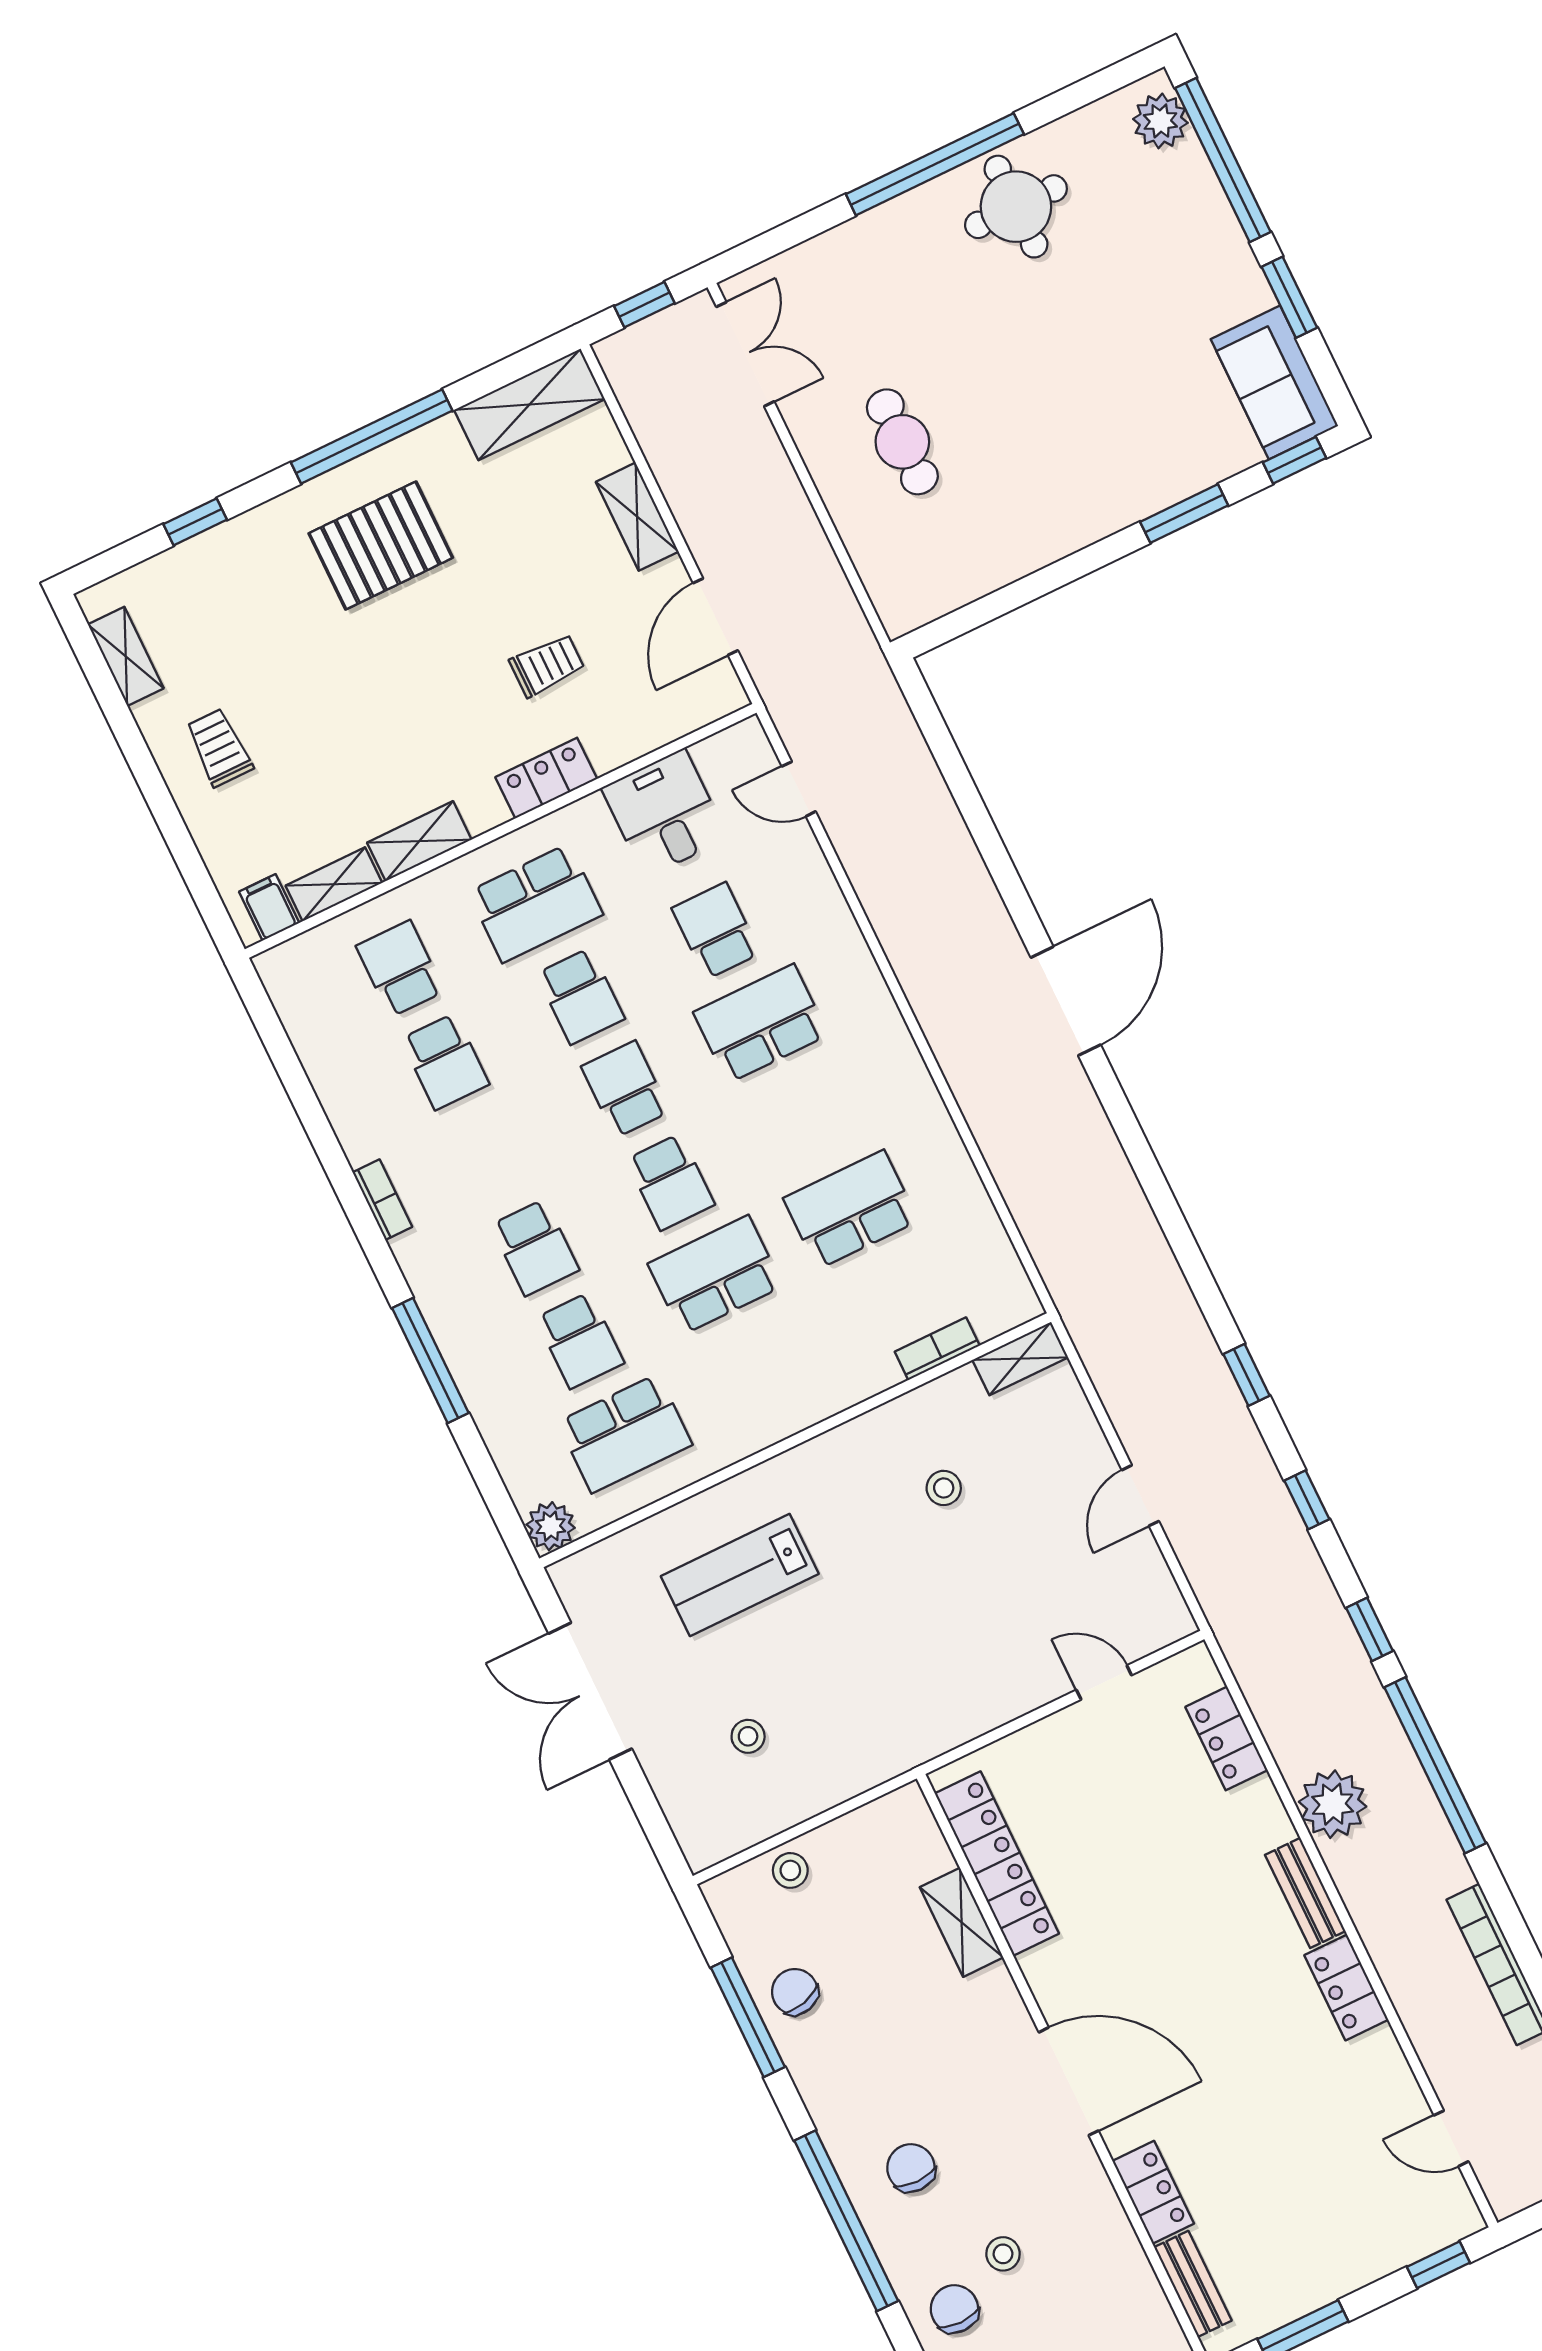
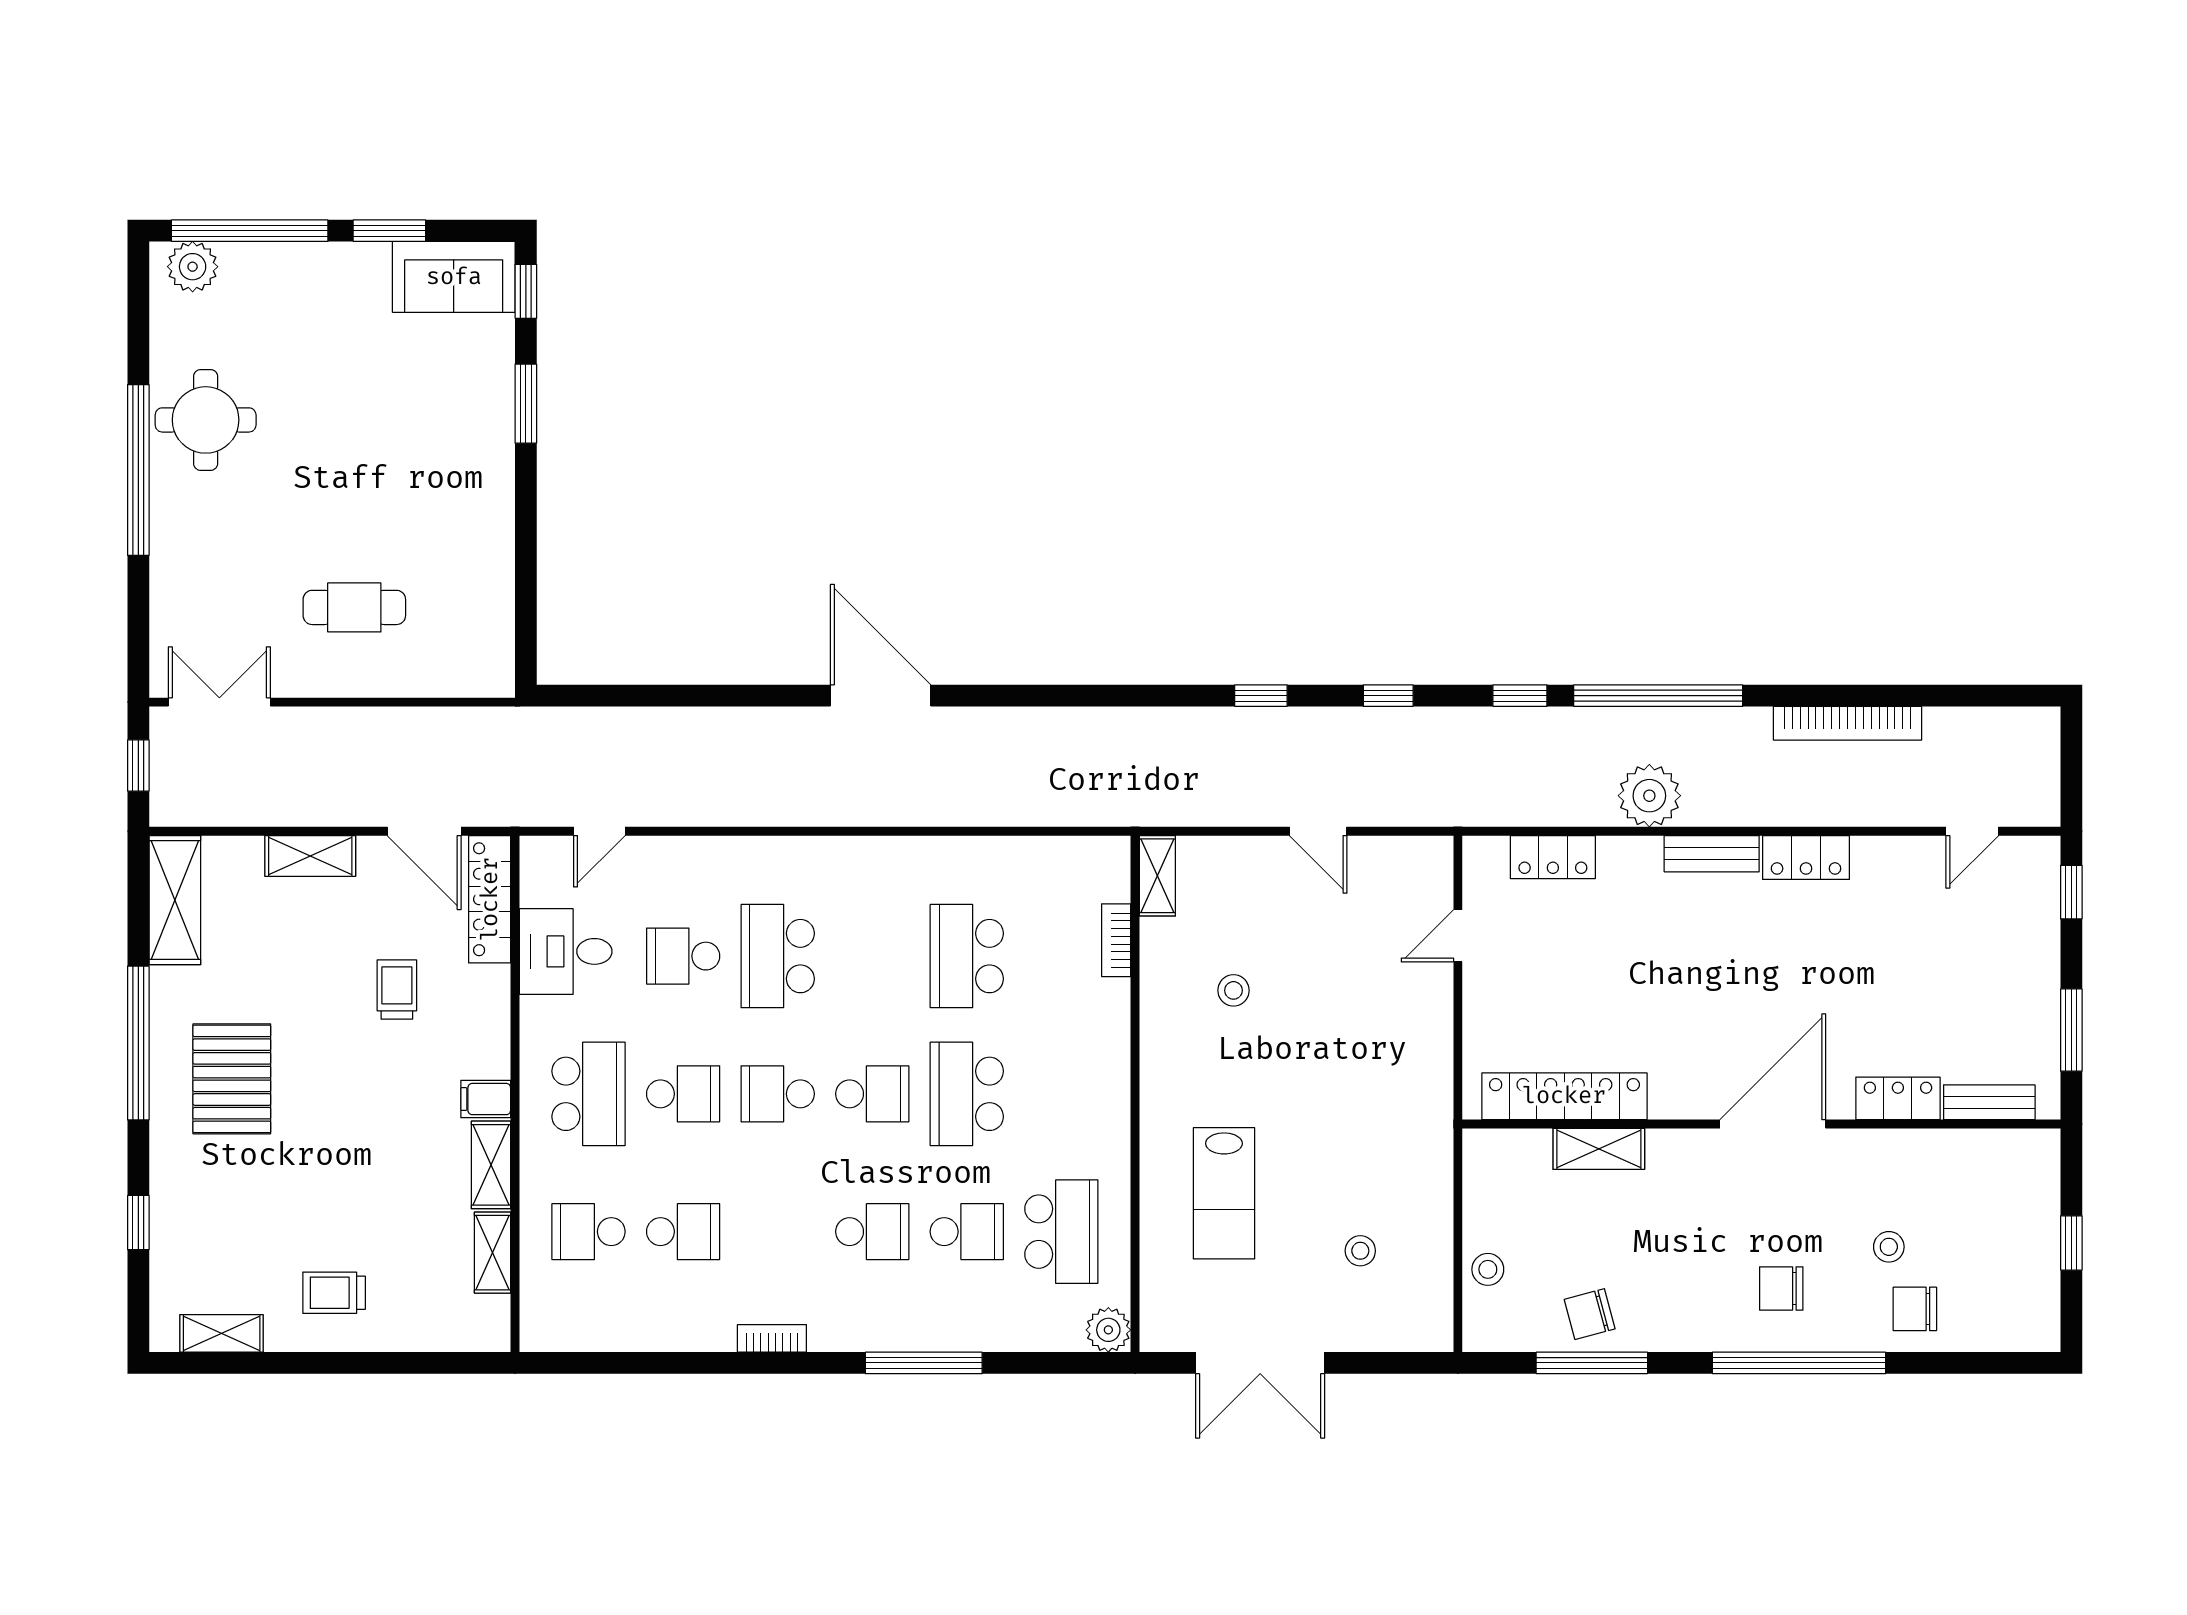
locker: (546, 778) -> (490, 899), moved, width x1.53
filing cabinet: (269, 907) -> (486, 1099), moved

